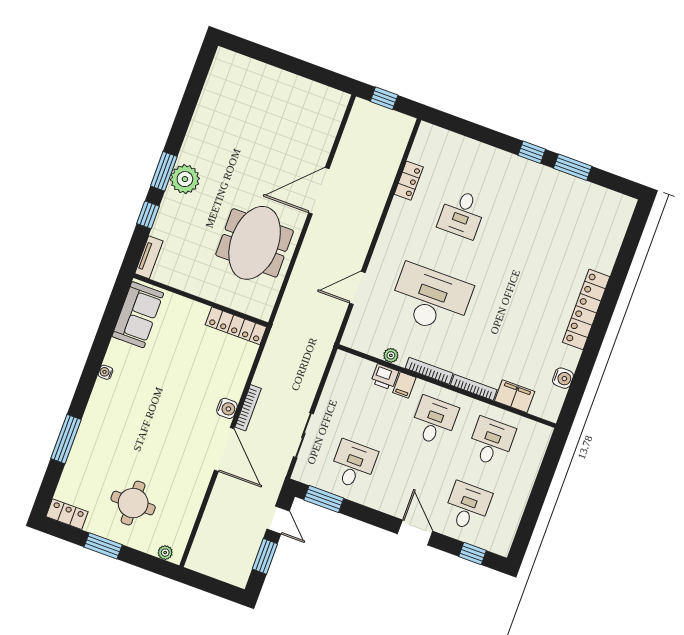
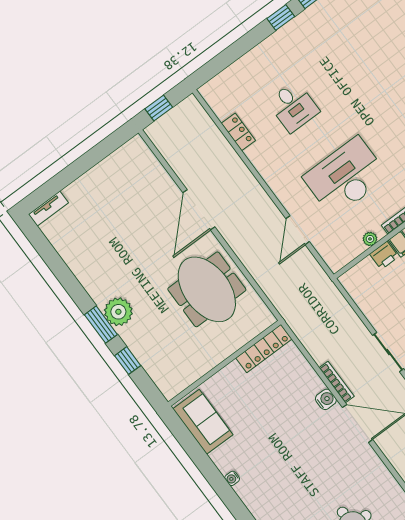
tv unit: (149, 257) -> (48, 209), moved, turned 90

